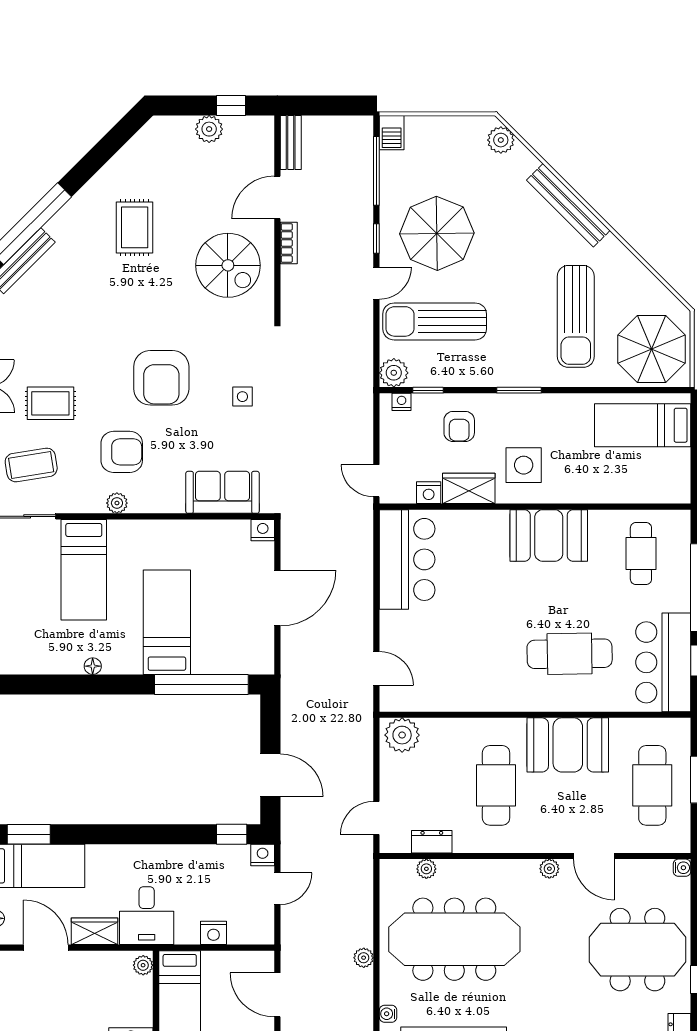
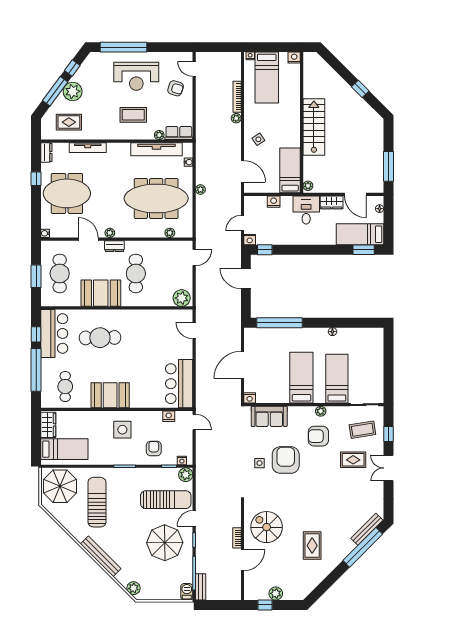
bench: (291, 143) -> (201, 587), moved
armchair: (161, 378) -> (286, 460), moved
wardrobe: (469, 488) -> (48, 425), moved, turned -90
bed: (167, 622) -> (301, 378), moved, turned 180
dresser: (432, 842) -> (114, 246), moved

